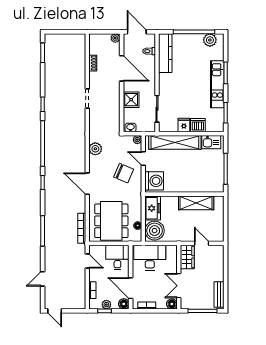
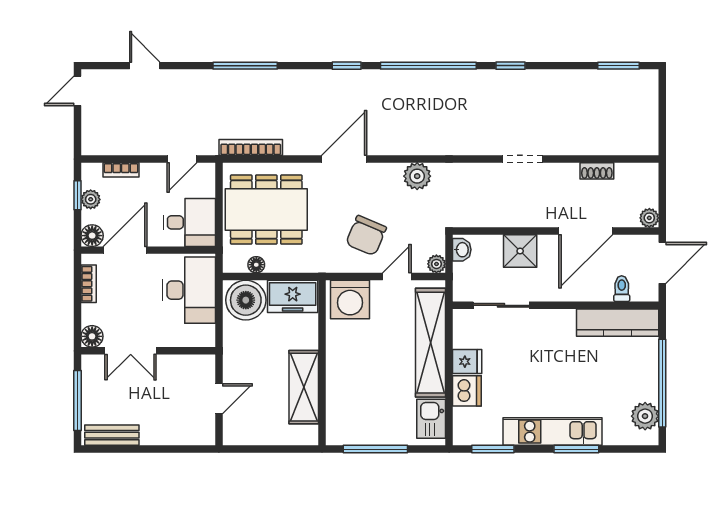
wardrobe: (187, 257) -> (191, 369), removed
double door: (179, 286) -> (131, 351), swing flipped

